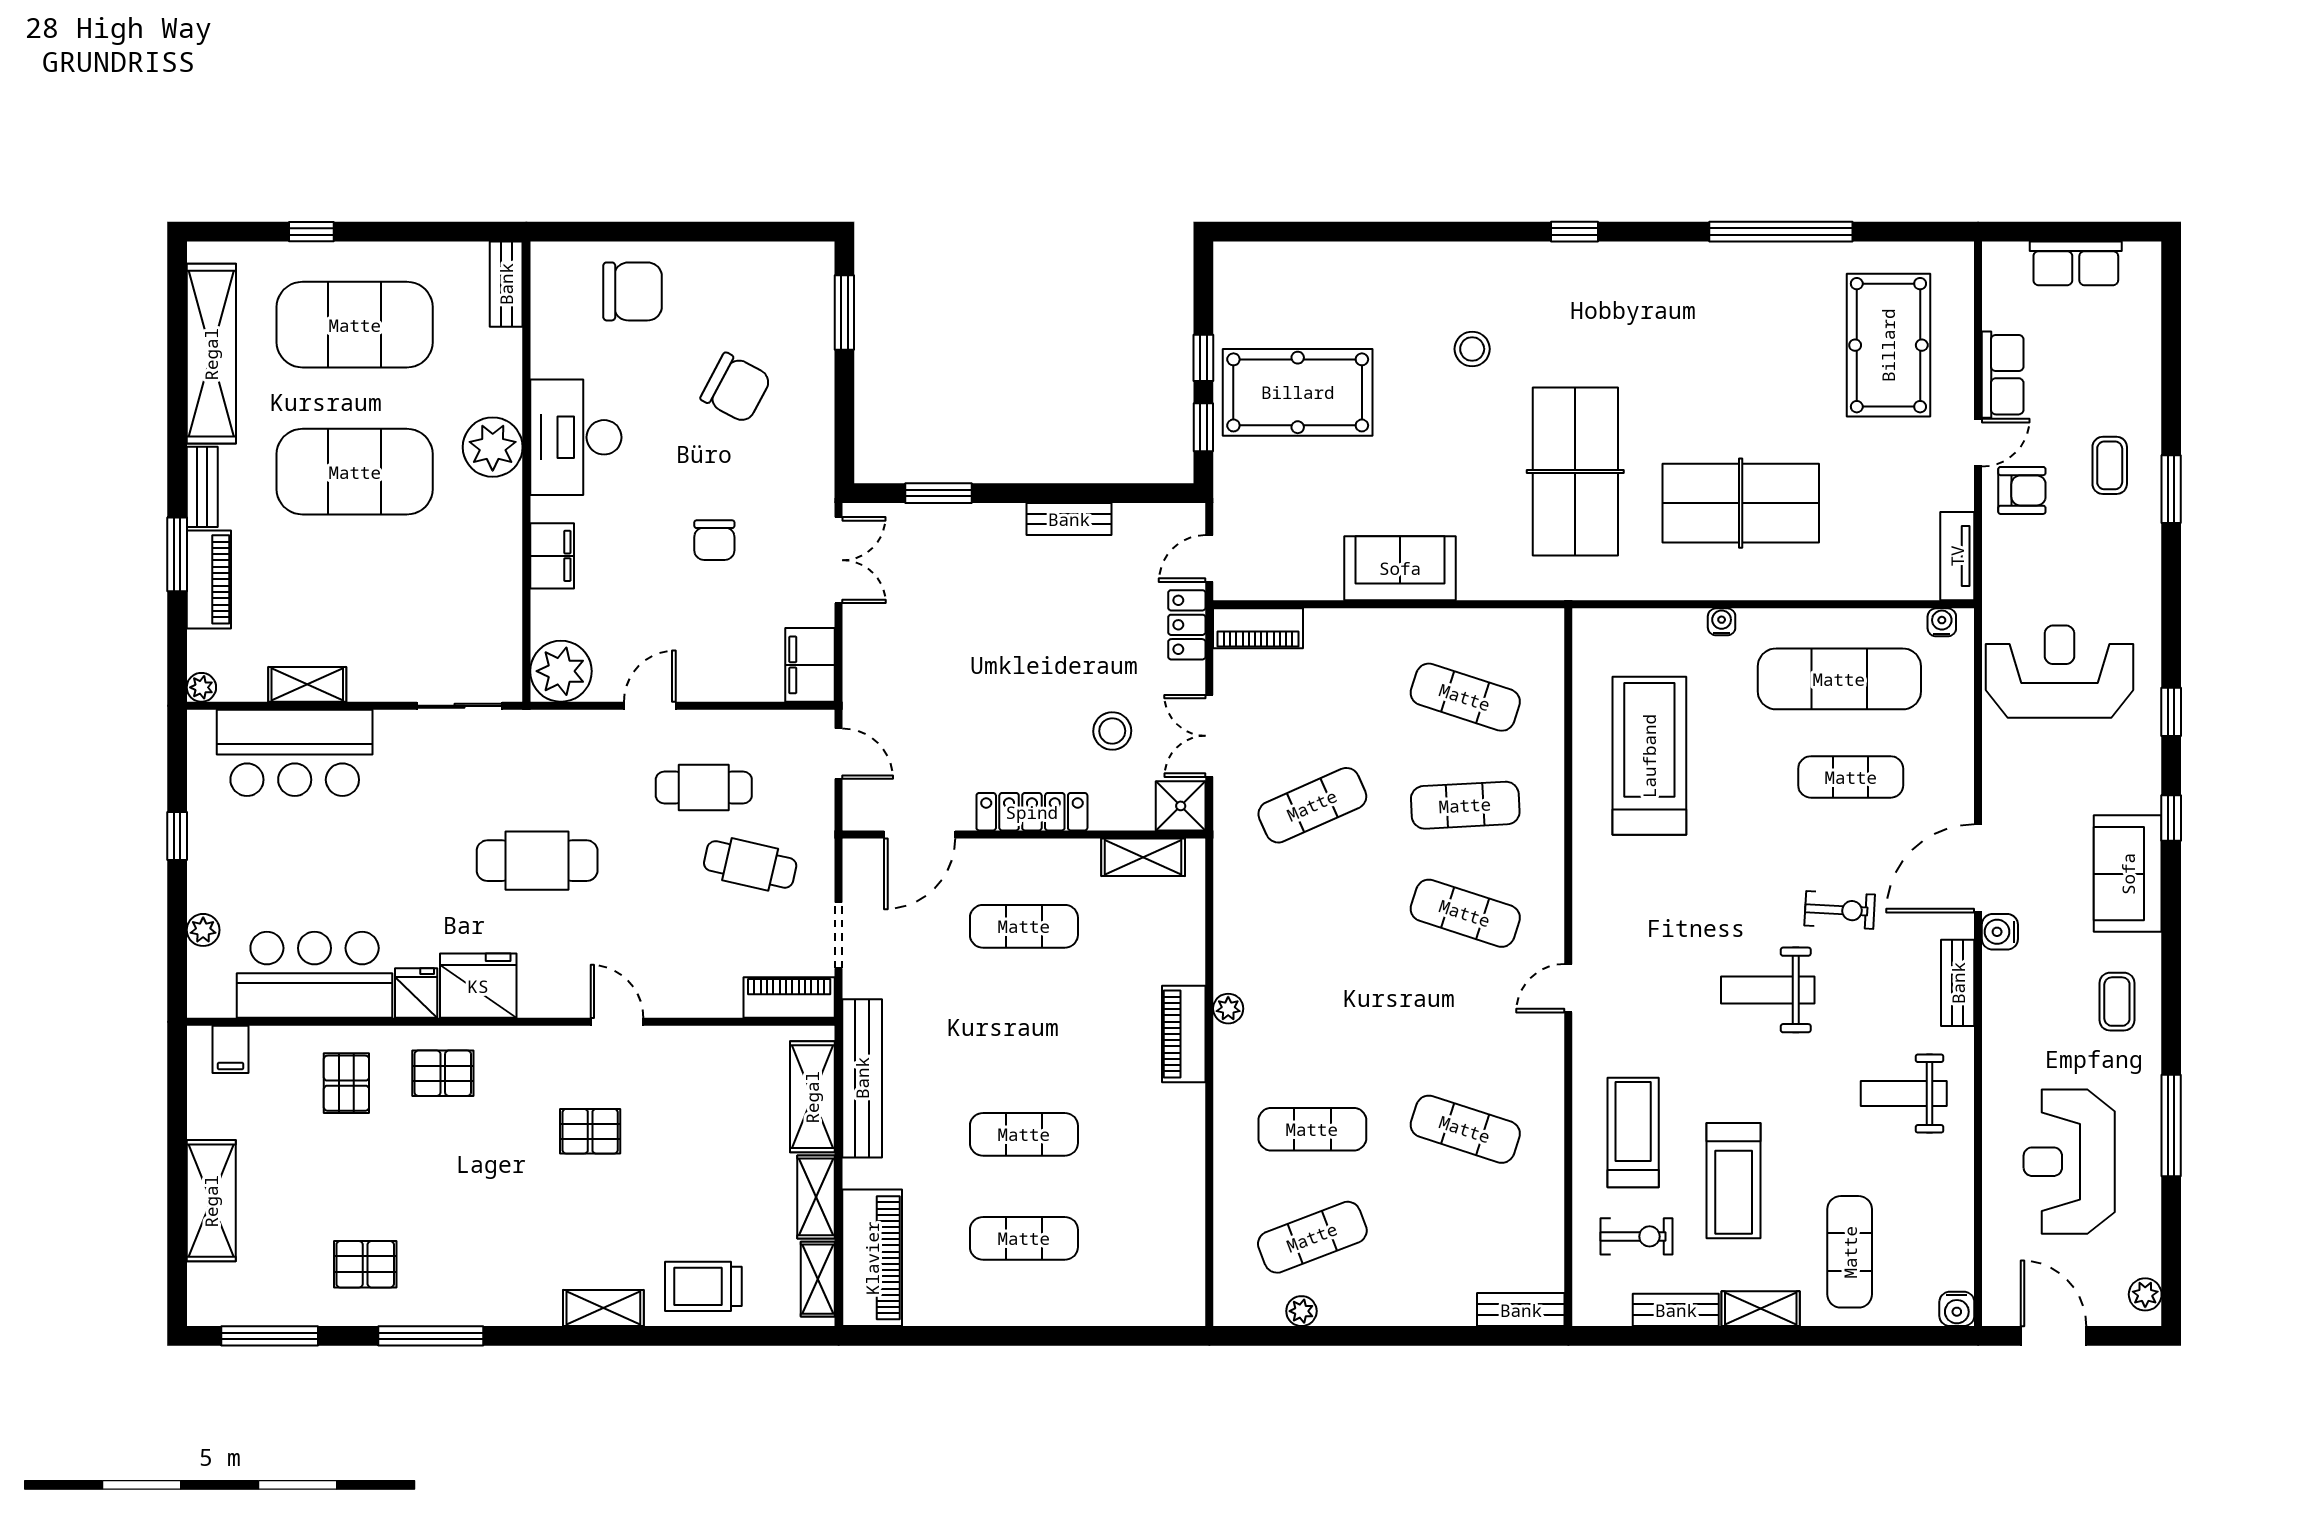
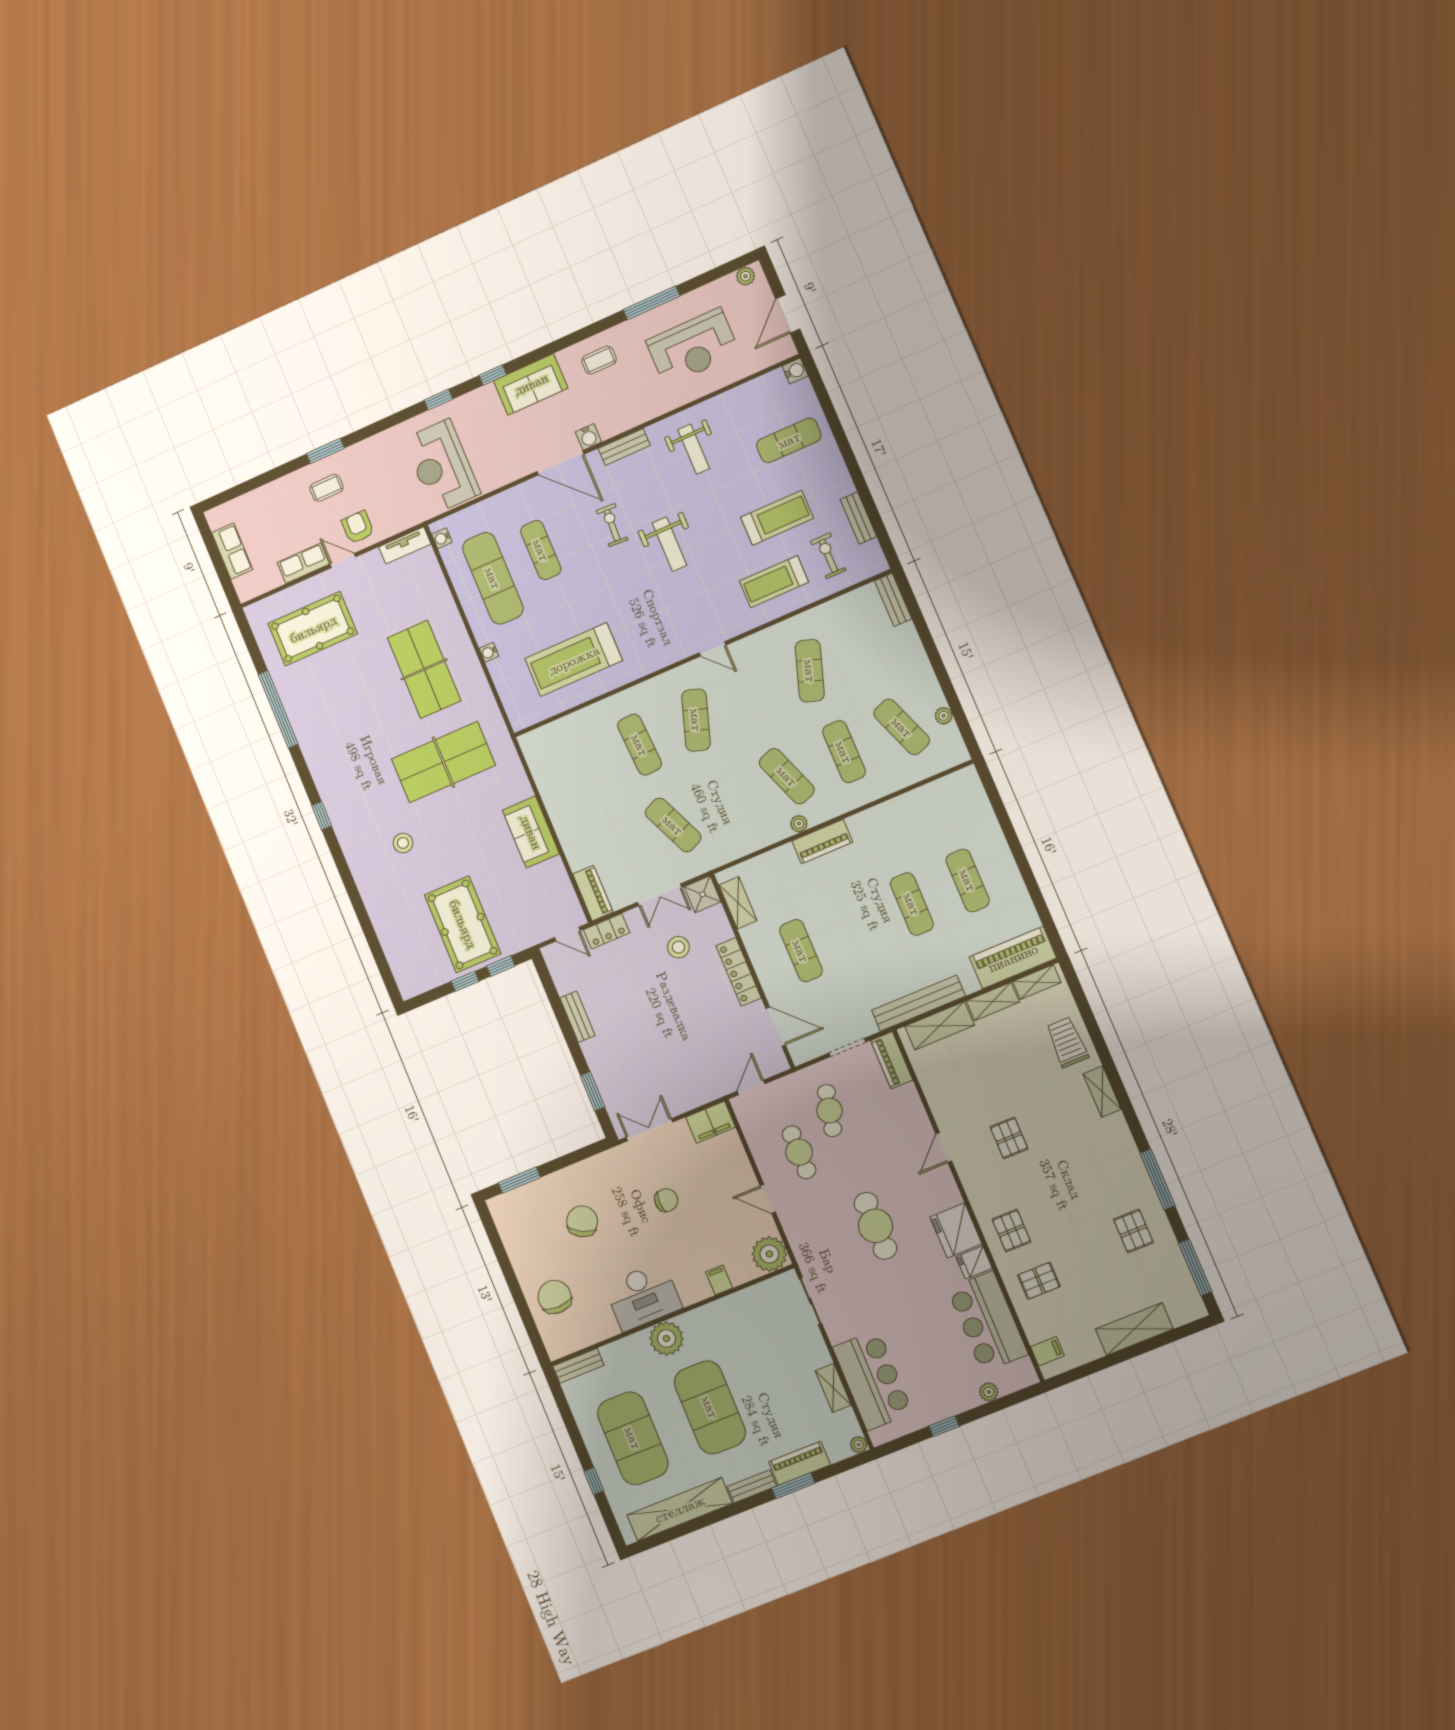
filing cabinet: (552, 556) -> (719, 1280), width x0.50
exercise mat: (1465, 697) -> (787, 776), moved, turned -39
trolley: (703, 1286) -> (1067, 1042), turned 180
shelving: (1761, 1309) -> (839, 474), removed

